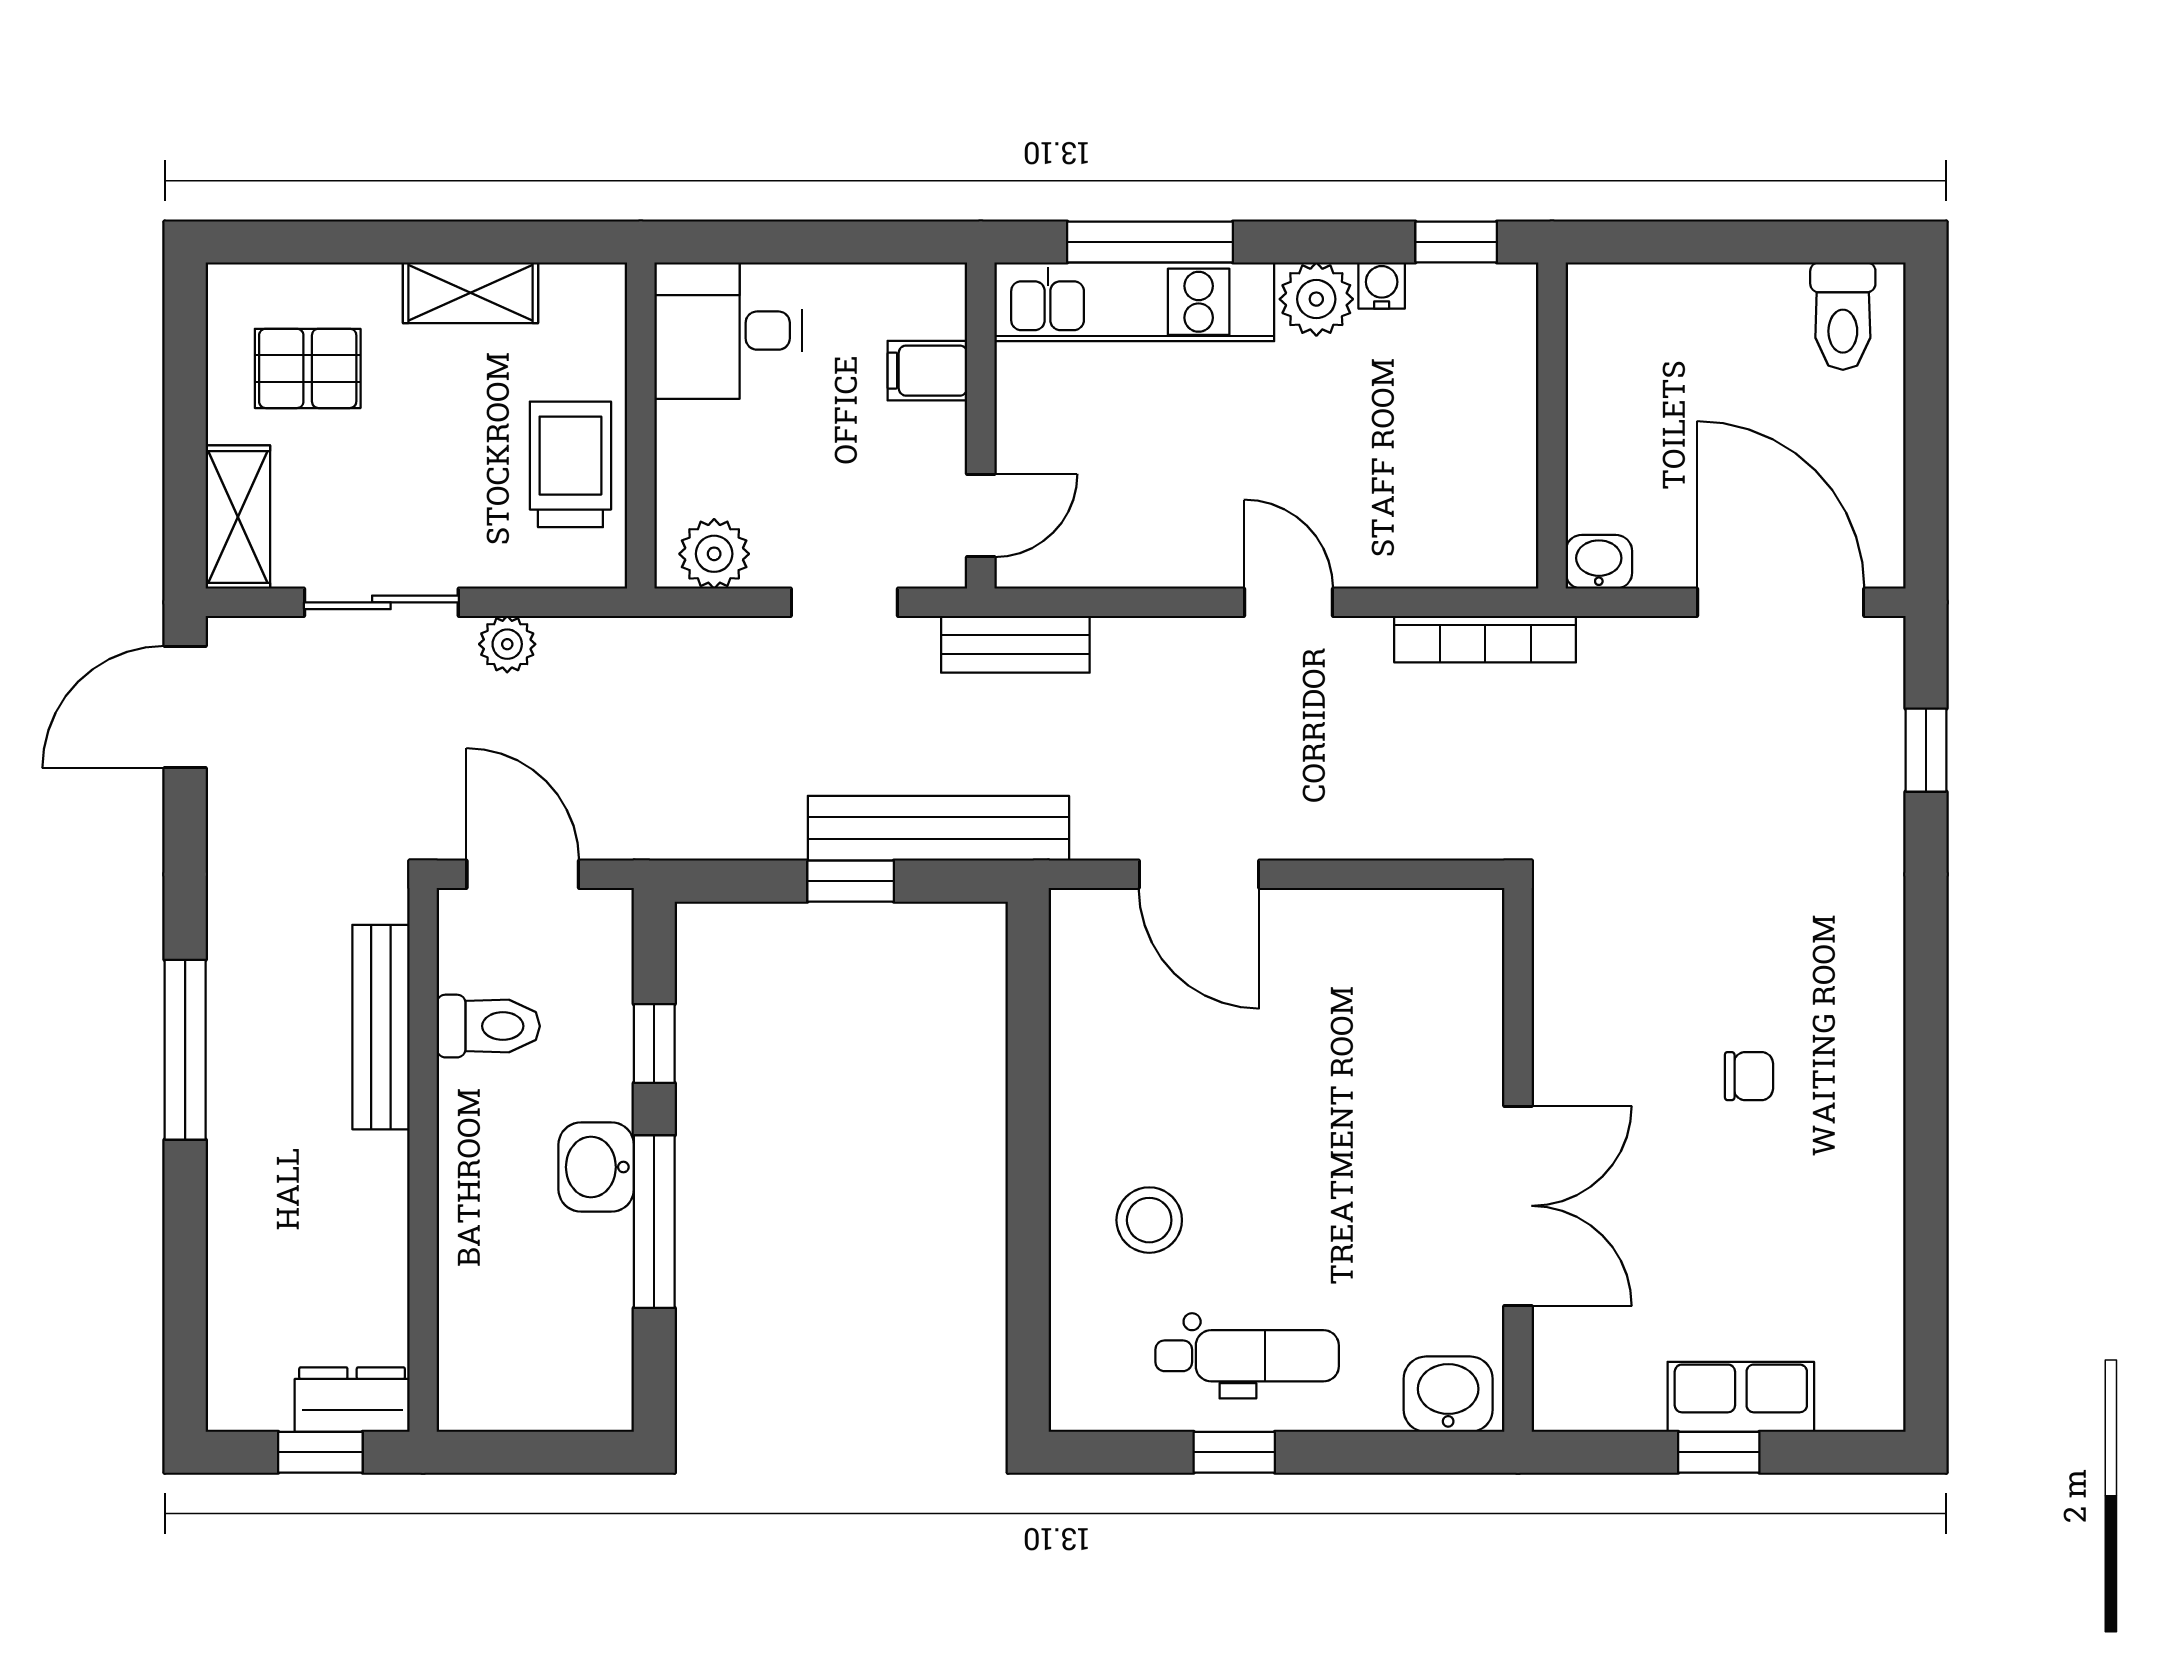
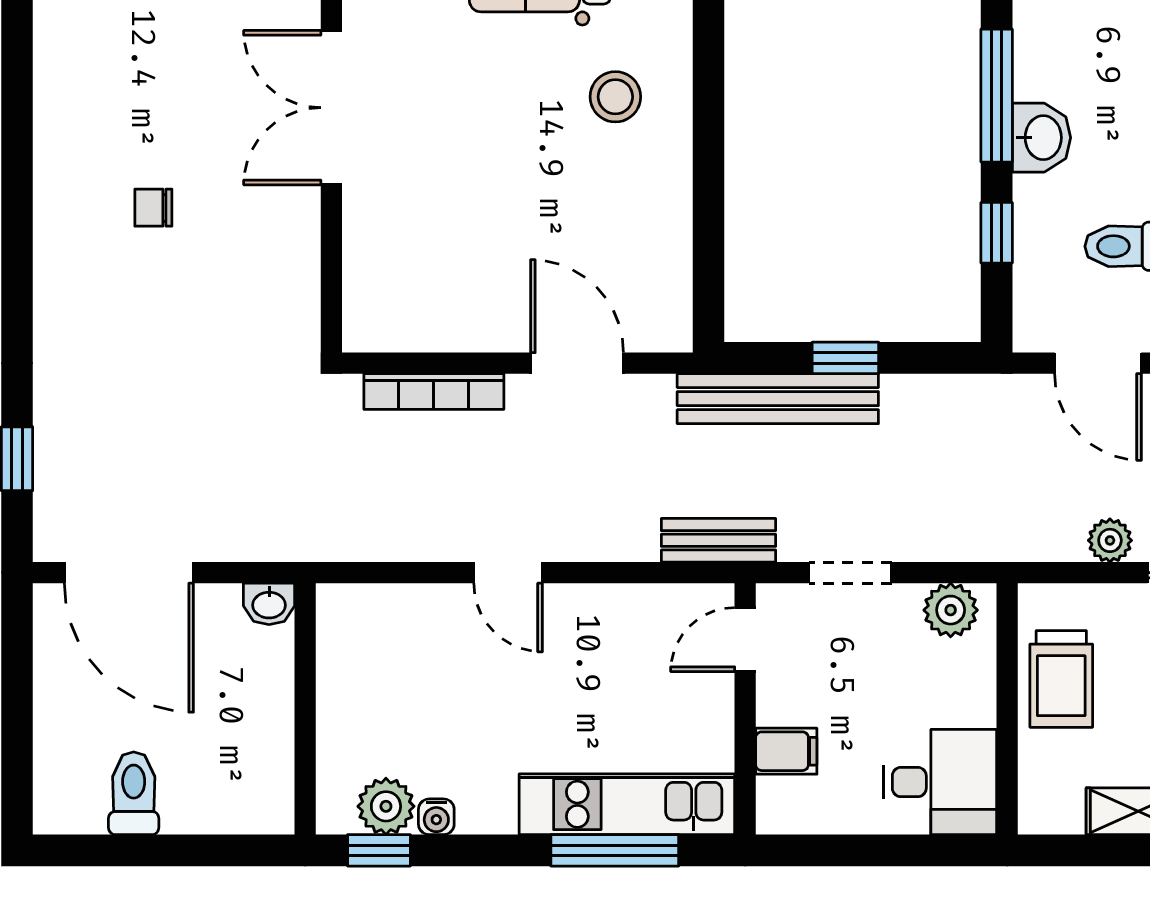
plant: (1316, 299) -> (386, 806), moved
toilet: (1843, 316) -> (134, 793), moved
bookcase: (1485, 639) -> (434, 392), moved, turned 180

